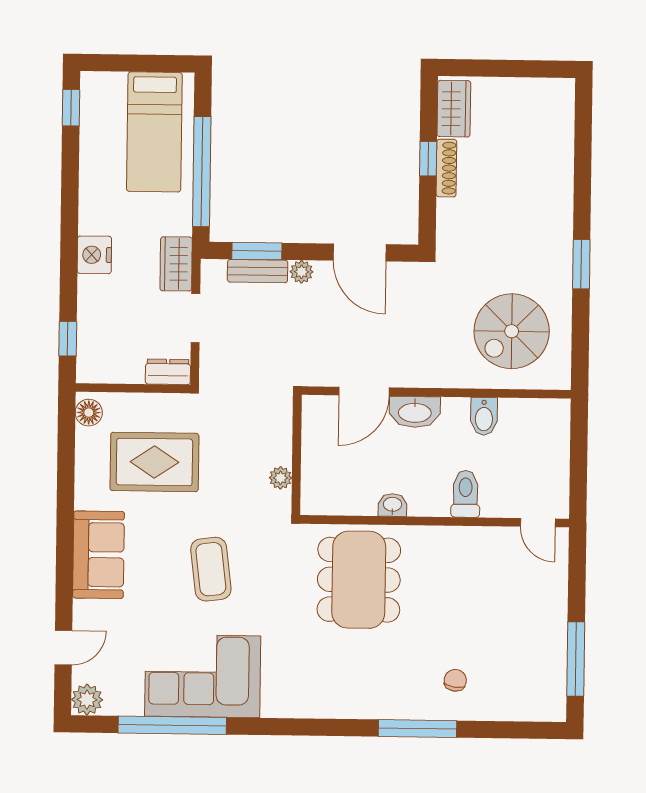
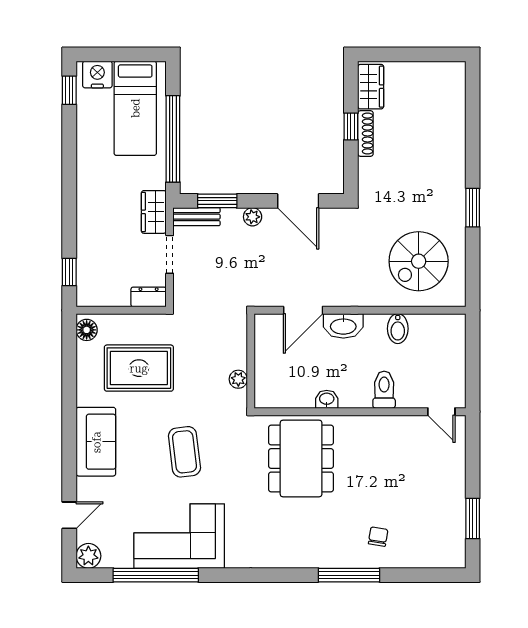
nightstand: (94, 255) -> (97, 74), moved, turned 90
bench: (258, 271) -> (197, 217), moved
window: (576, 659) -> (473, 518), width x0.69

